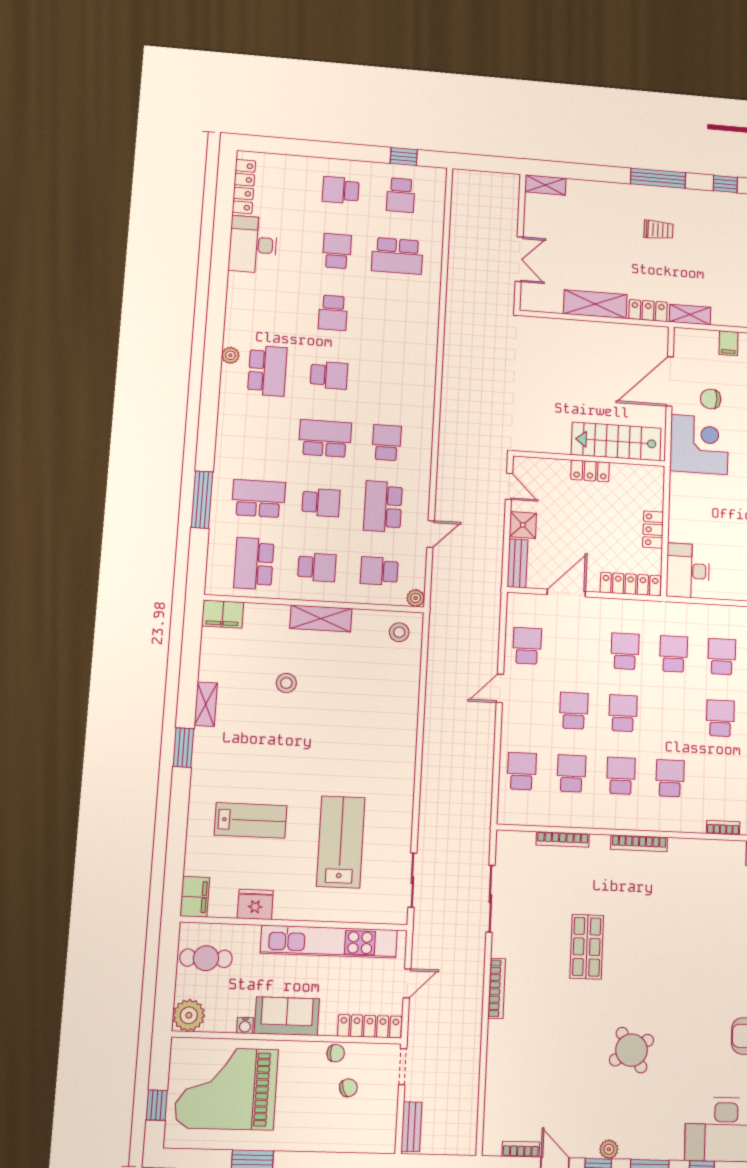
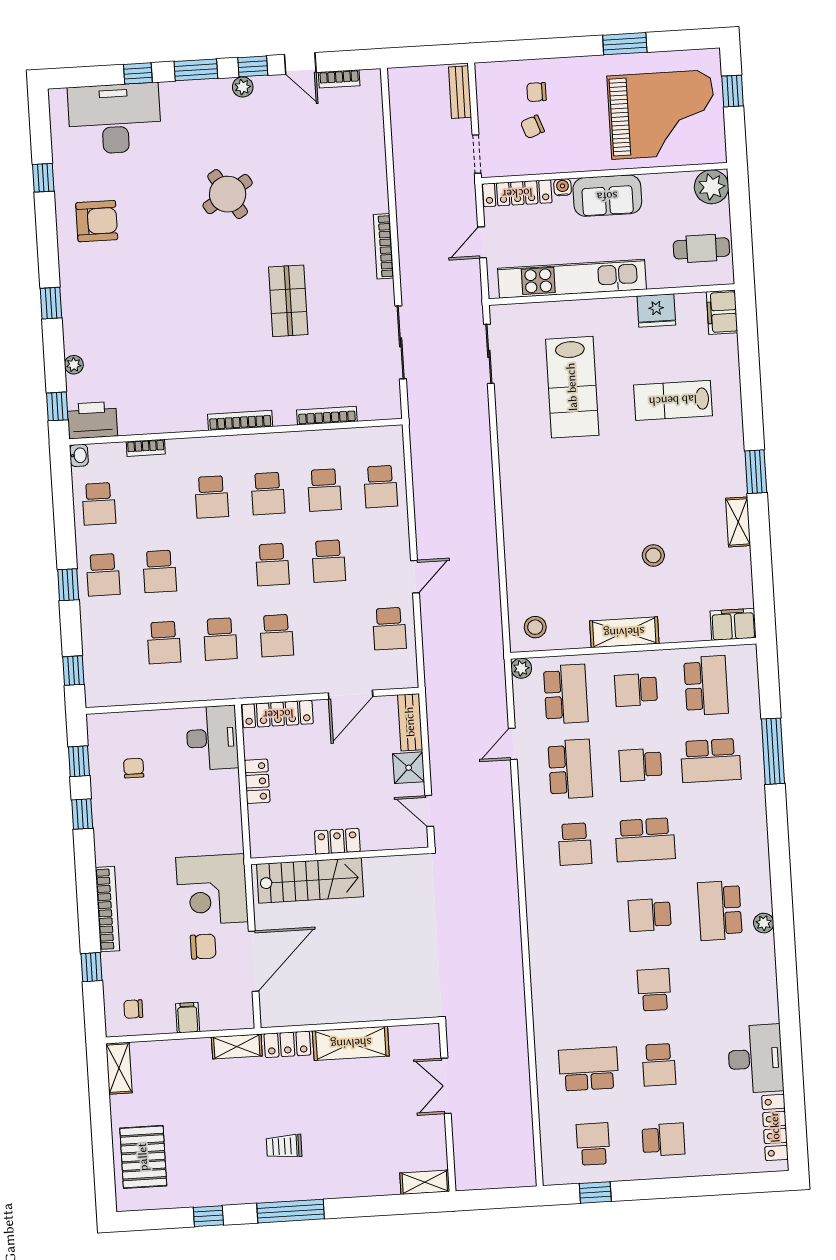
school desk: (379, 571) -> (566, 694), width x1.85
water cooler: (245, 1025) -> (563, 187), moved
chair: (336, 1053) -> (536, 92), moved

